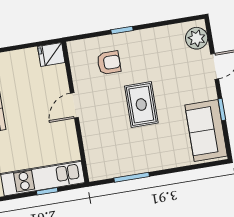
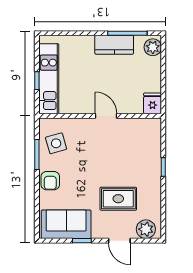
armchair: (109, 63) -> (50, 181), moved
rug: (141, 105) -> (118, 199), moved
side table: (115, 157) -> (56, 143), added

